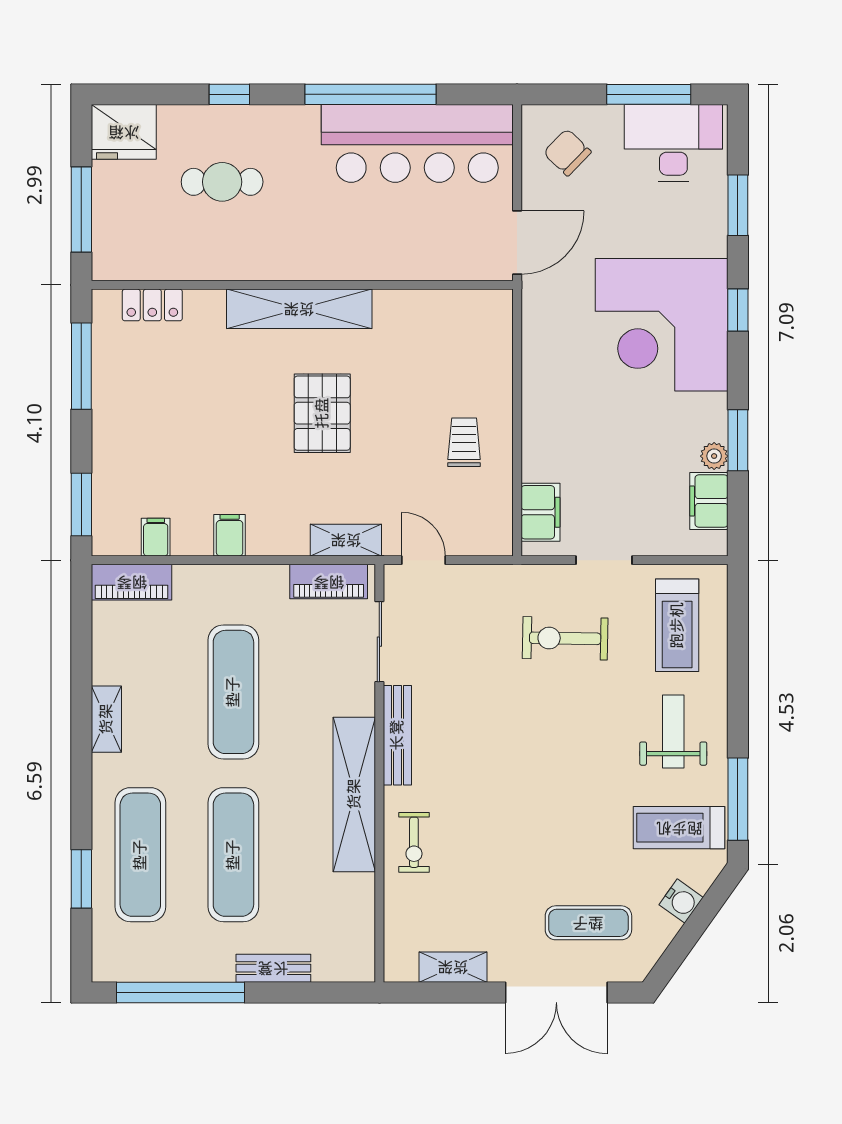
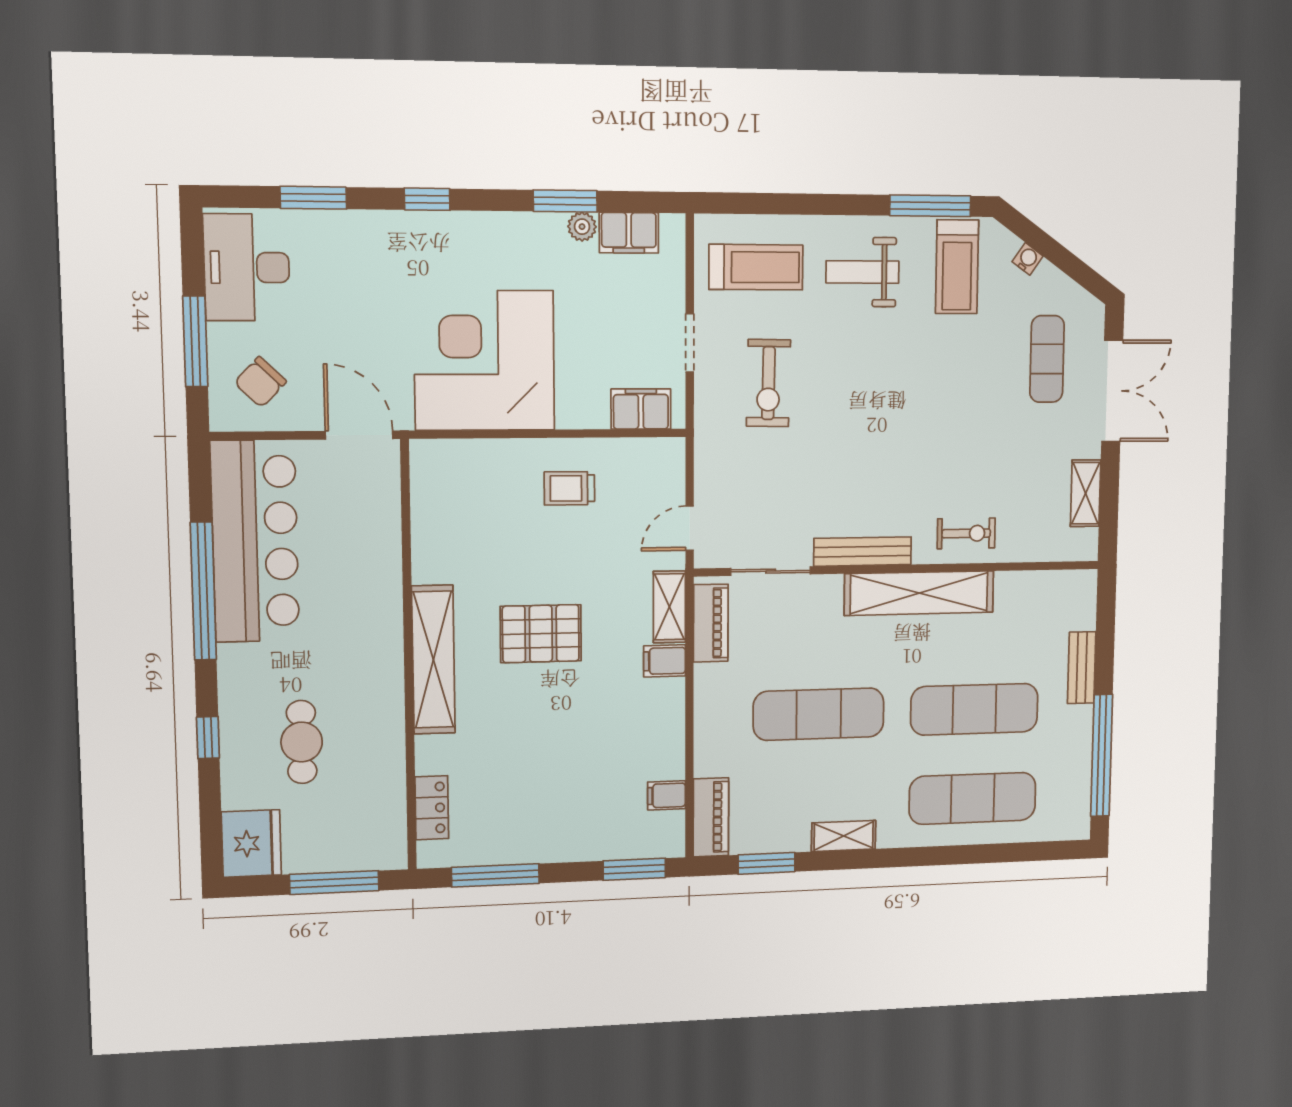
window: (649, 94) -> (195, 341), moved
corner desk: (662, 325) -> (484, 360), moved, turned 180
filing cabinet: (230, 535) -> (665, 661), moved
window: (81, 879) -> (767, 863), moved
water cooler: (681, 901) -> (1028, 259), width x0.72, depth x0.72

